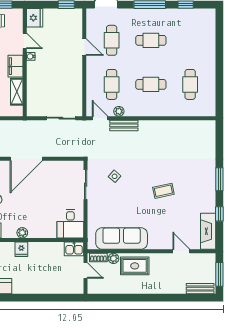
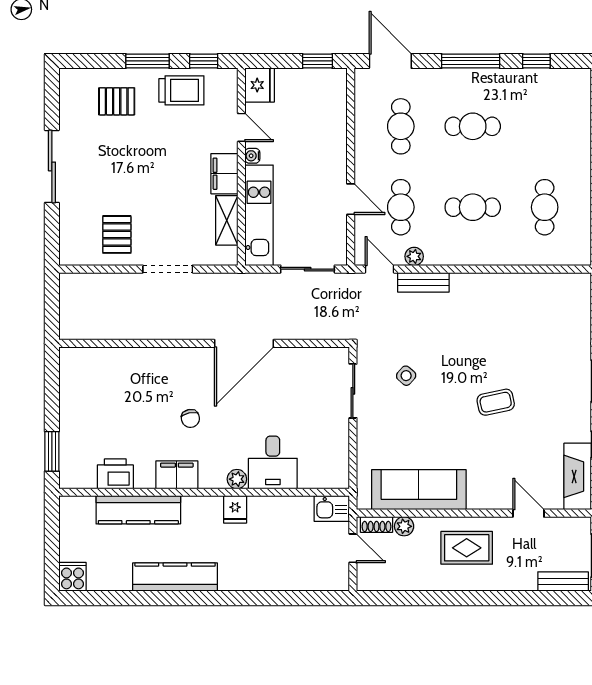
door: (84, 47) -> (351, 199), moved
kitchen unit: (34, 89) -> (259, 215), added
desk: (70, 224) -> (273, 462), moved
rug: (135, 266) -> (467, 548), moved

